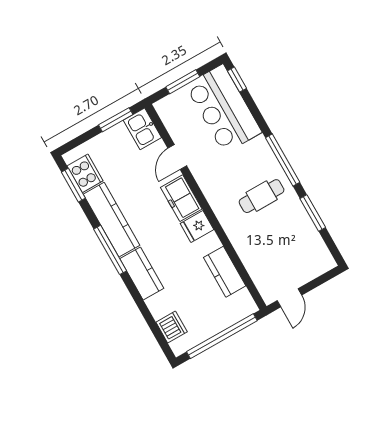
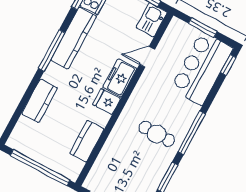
kitchen counter: (142, 273) -> (40, 101), moved
dishwasher: (172, 327) -> (24, 128), removed

